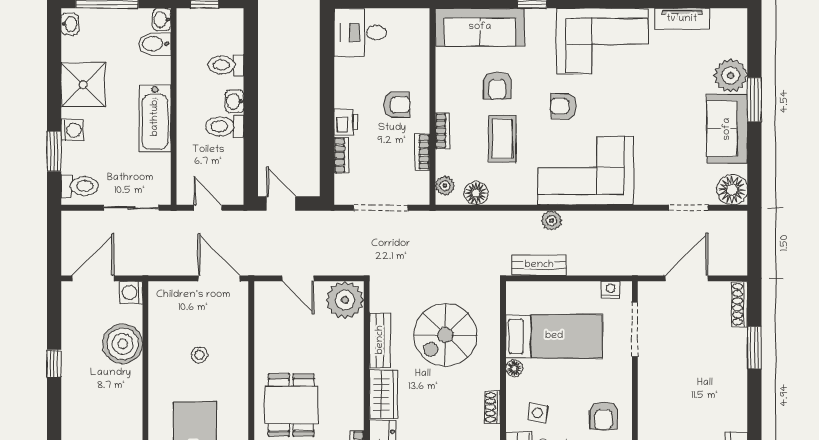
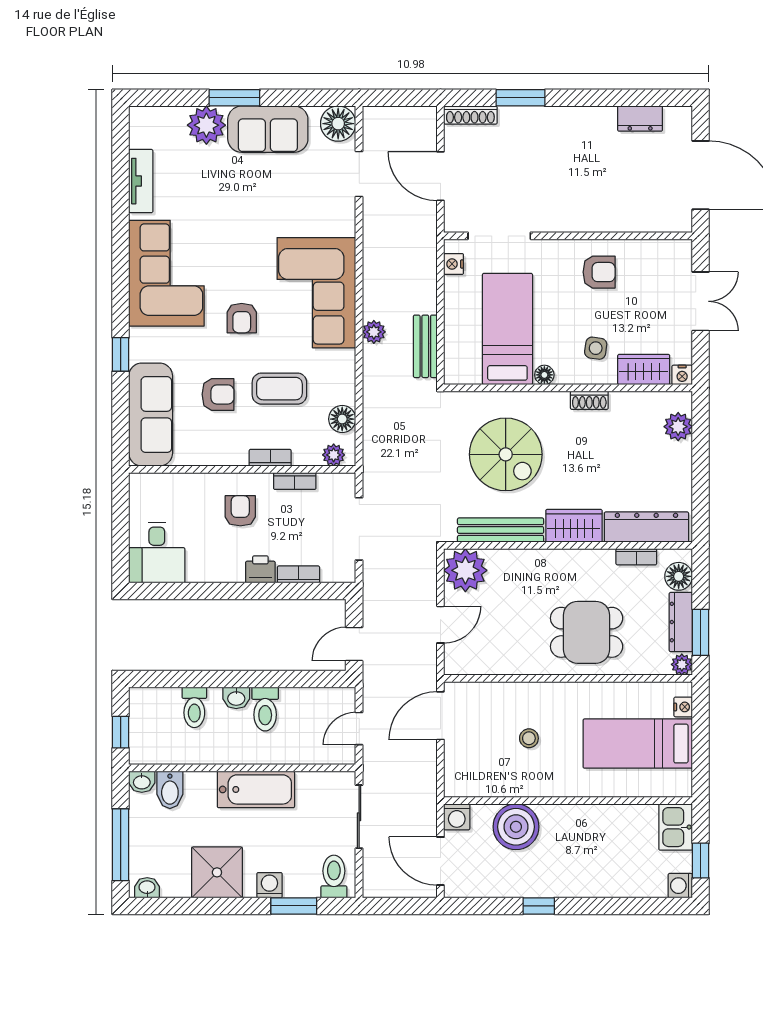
bench: (380, 340) -> (501, 530), width x1.36

